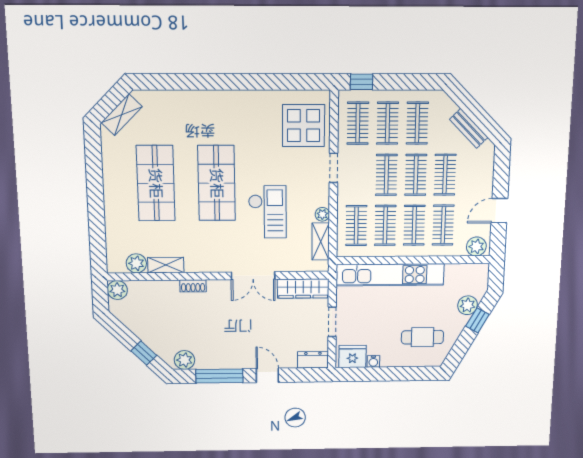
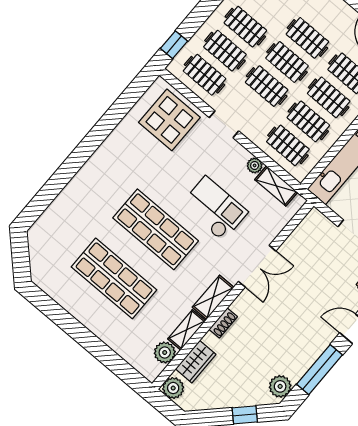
shelving: (122, 115) -> (213, 297), moved, turned 45
wardrobe: (303, 289) -> (196, 362), moved, width x0.67

